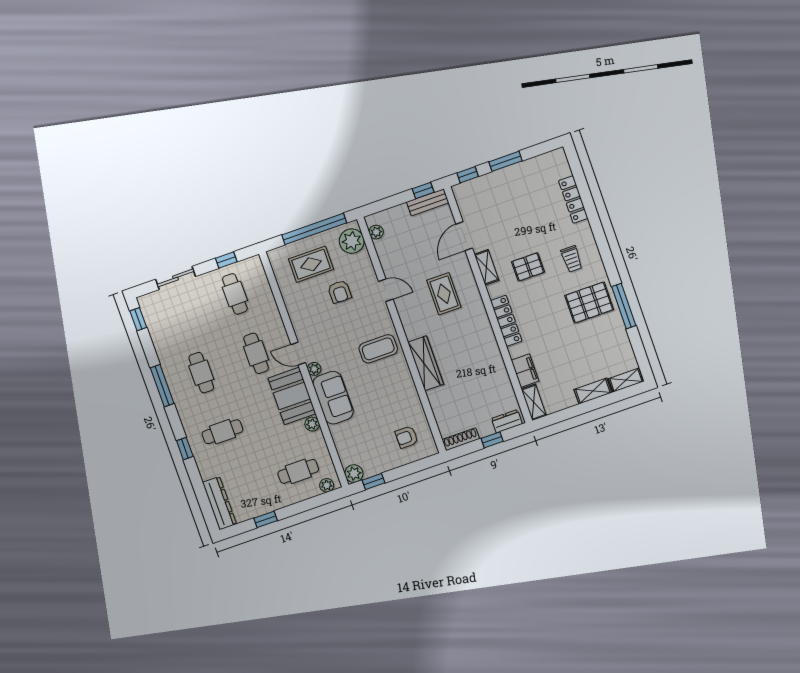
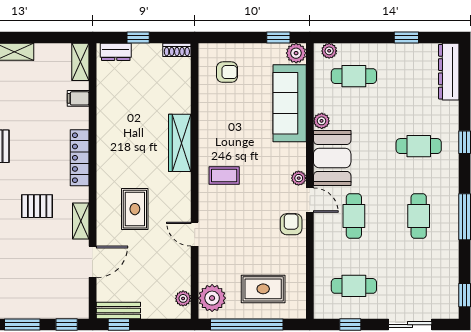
armchair: (340, 292) -> (291, 224), moved
cafe table: (235, 294) -> (354, 286), turned 90
coffee table: (378, 349) -> (224, 176), width x0.73, depth x0.77
filing cabinet: (525, 371) -> (78, 98), width x0.50
sofa: (333, 398) -> (290, 103), moved, width x1.36
shoe rack: (461, 439) -> (177, 50), width x0.70

